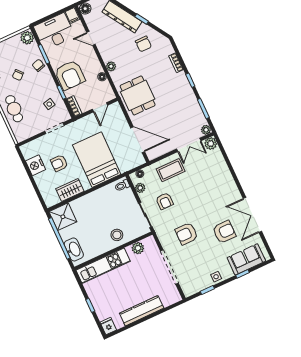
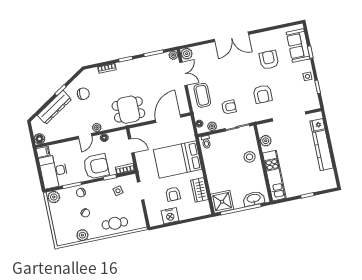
door: (91, 38) -> (85, 136), moved
double door: (252, 215) -> (231, 37), moved
fridge: (108, 326) -> (317, 125), moved

